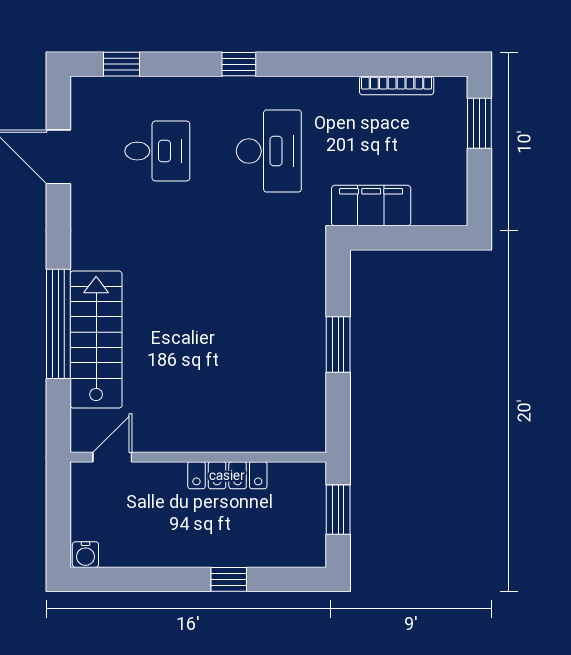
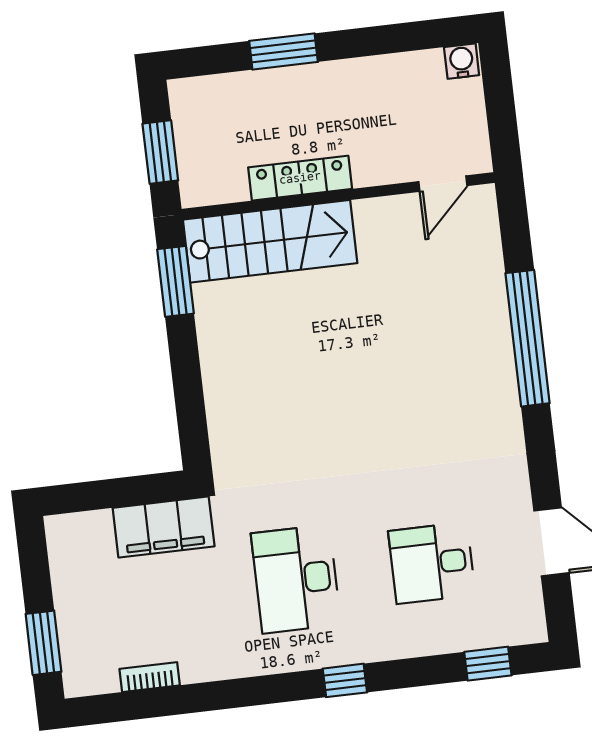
bookcase: (397, 85) -> (150, 677), width x0.64
stairs: (96, 340) -> (270, 241), moved, turned -90
window: (338, 345) -> (176, 281), moved
window: (229, 579) -> (284, 51), width x1.50

